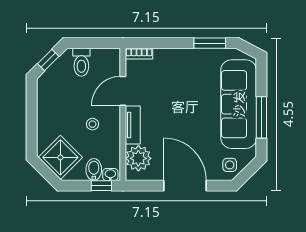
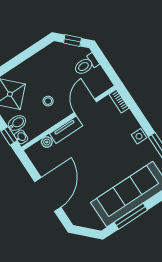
door: (123, 91) -> (85, 107), hinge flipped
plant: (138, 158) -> (47, 142), width x0.53, depth x0.53
side table: (230, 165) -> (139, 136), moved

